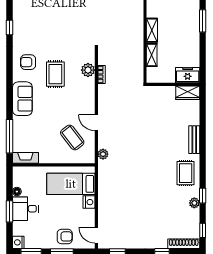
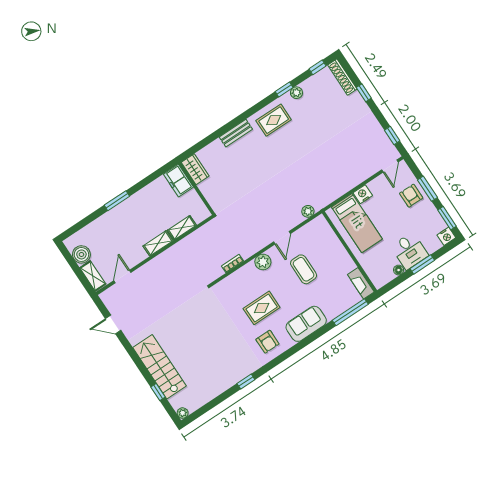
plant: (88, 70) -> (263, 262), moved
coffee table: (72, 137) -> (304, 269), moved, turned -52

